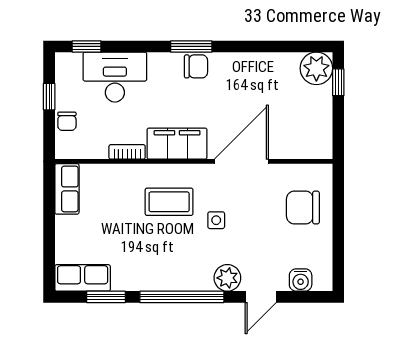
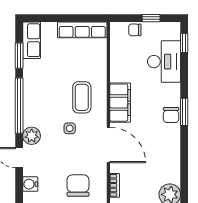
bookcase: (127, 152) -> (115, 185), moved
row of seats: (67, 189) -> (82, 30), width x1.48

